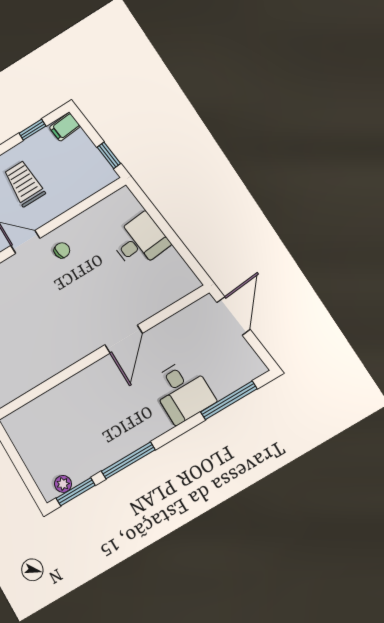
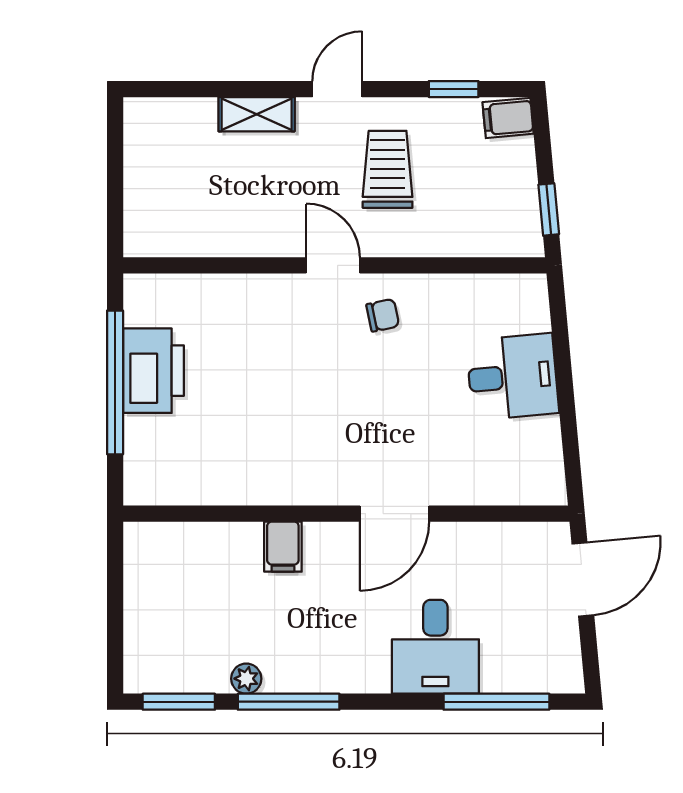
filing cabinet: (81, 387) -> (283, 547), added
plant: (63, 484) -> (246, 679), moved

